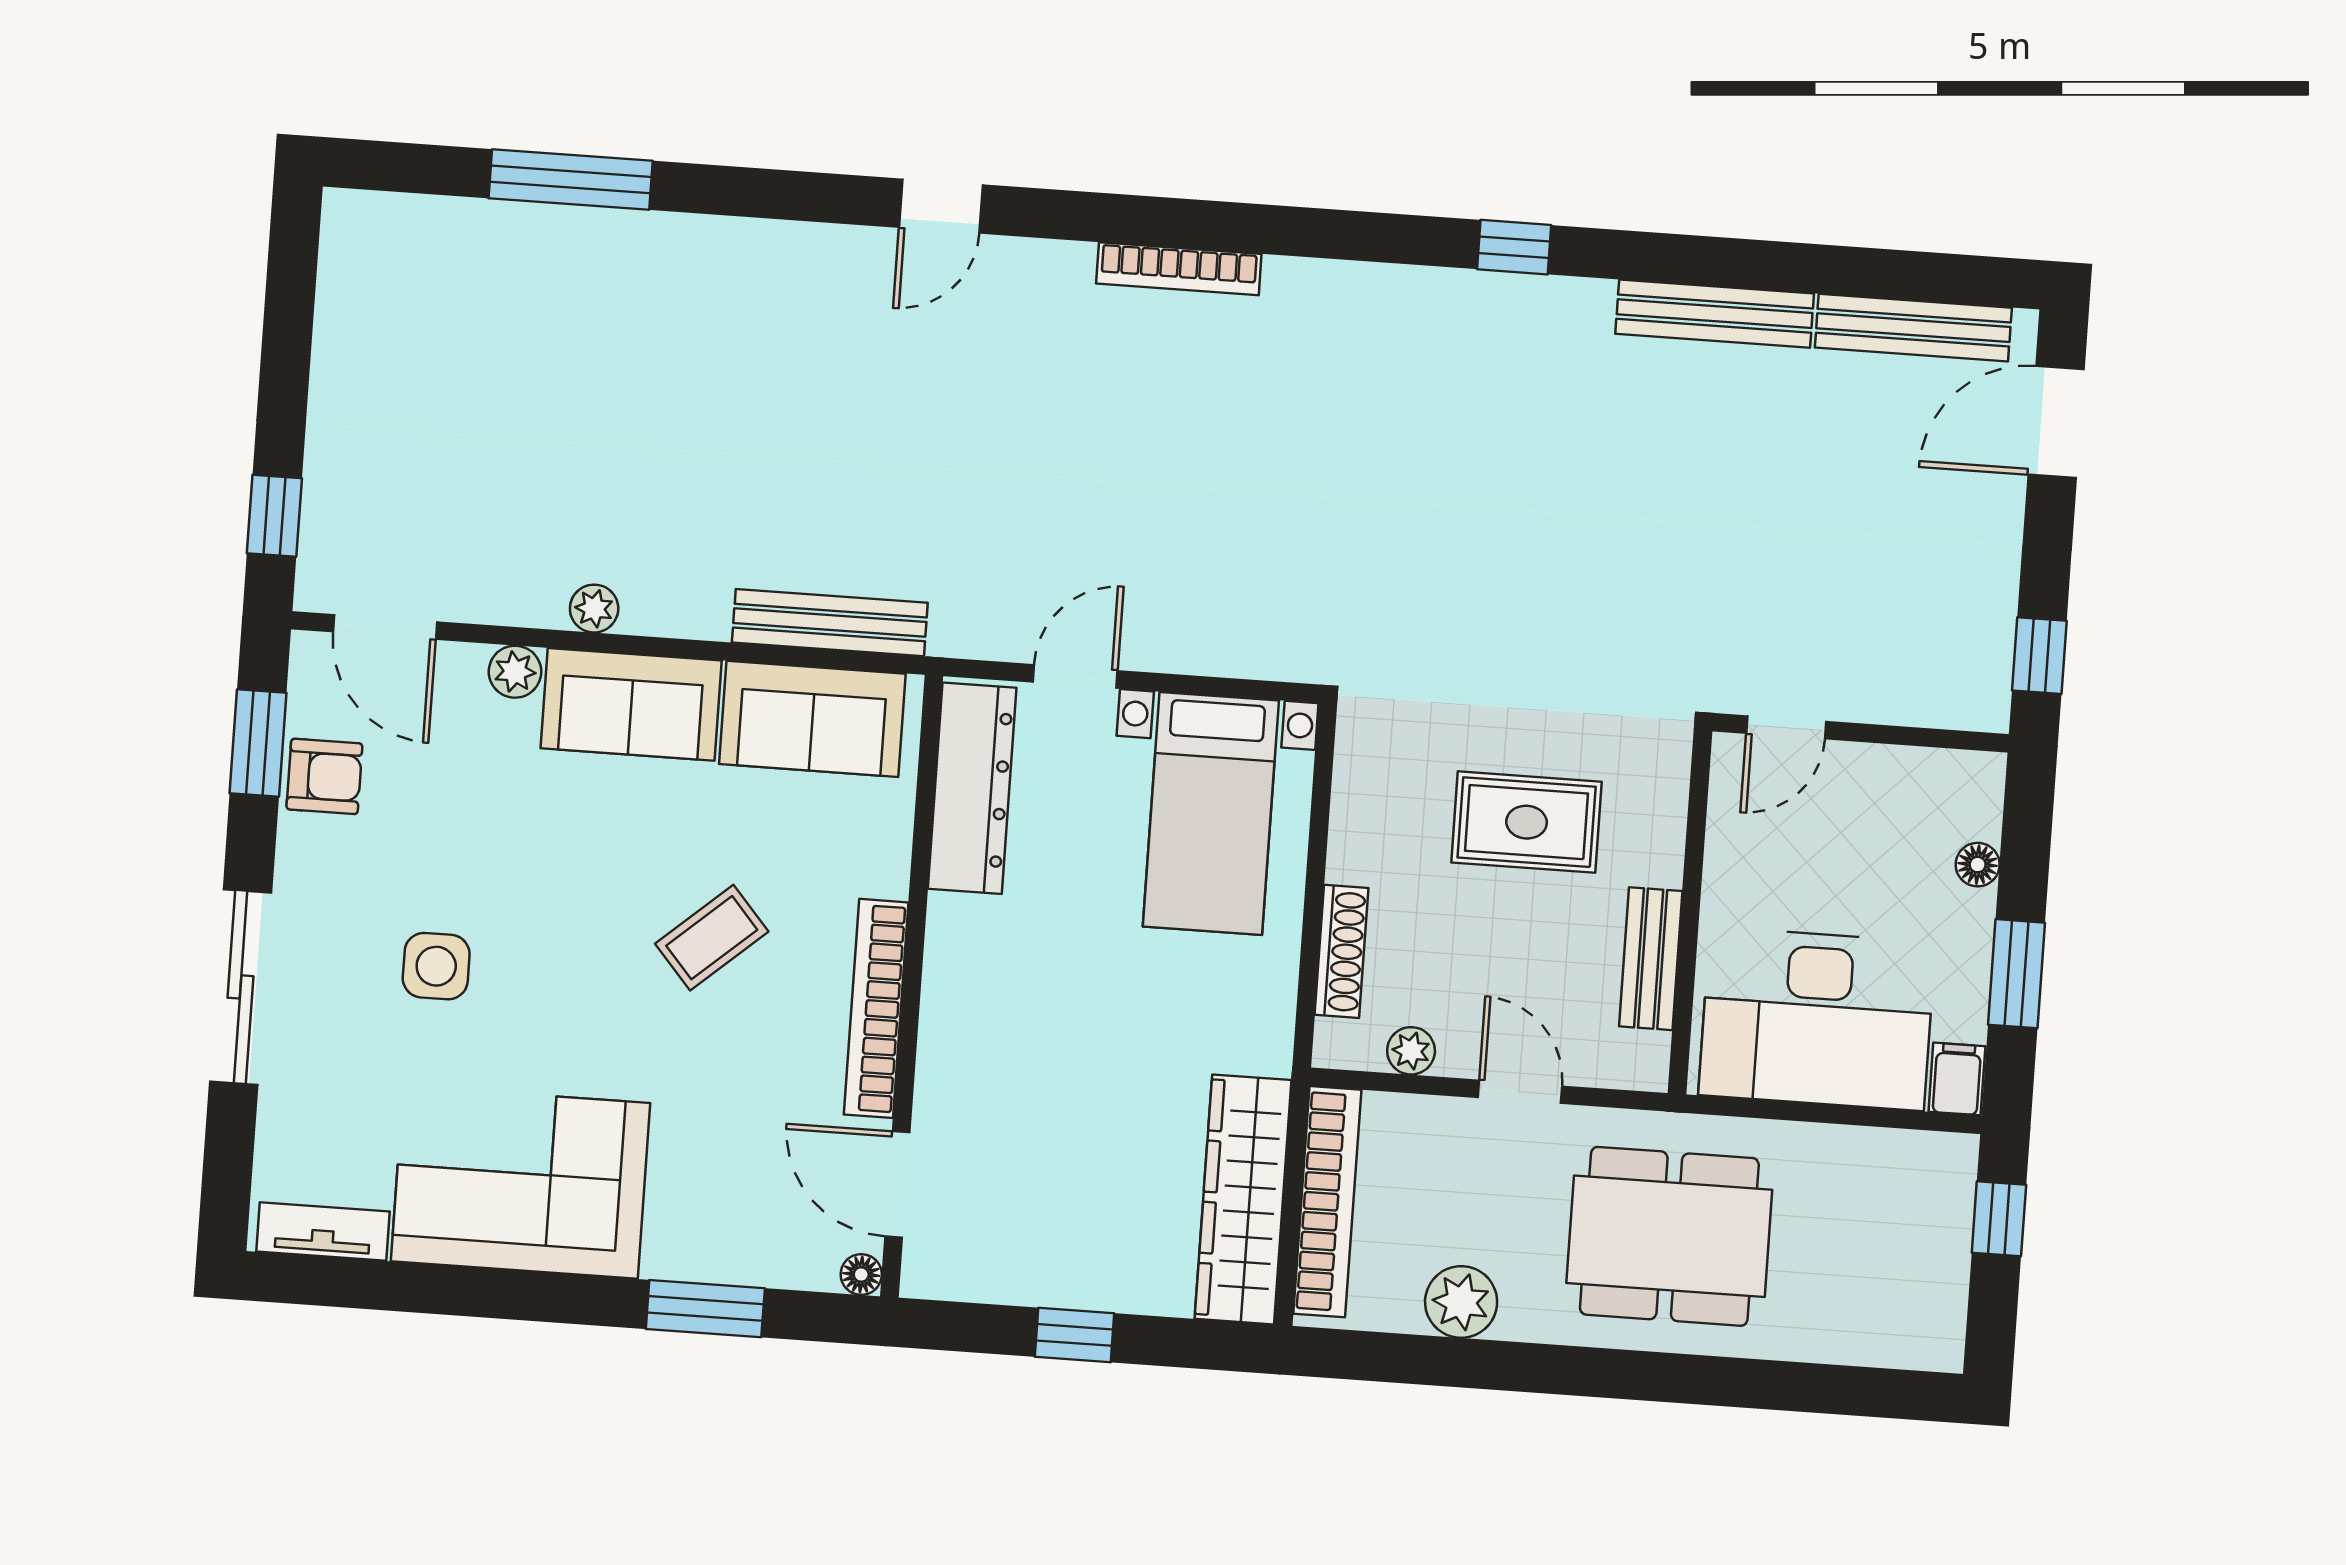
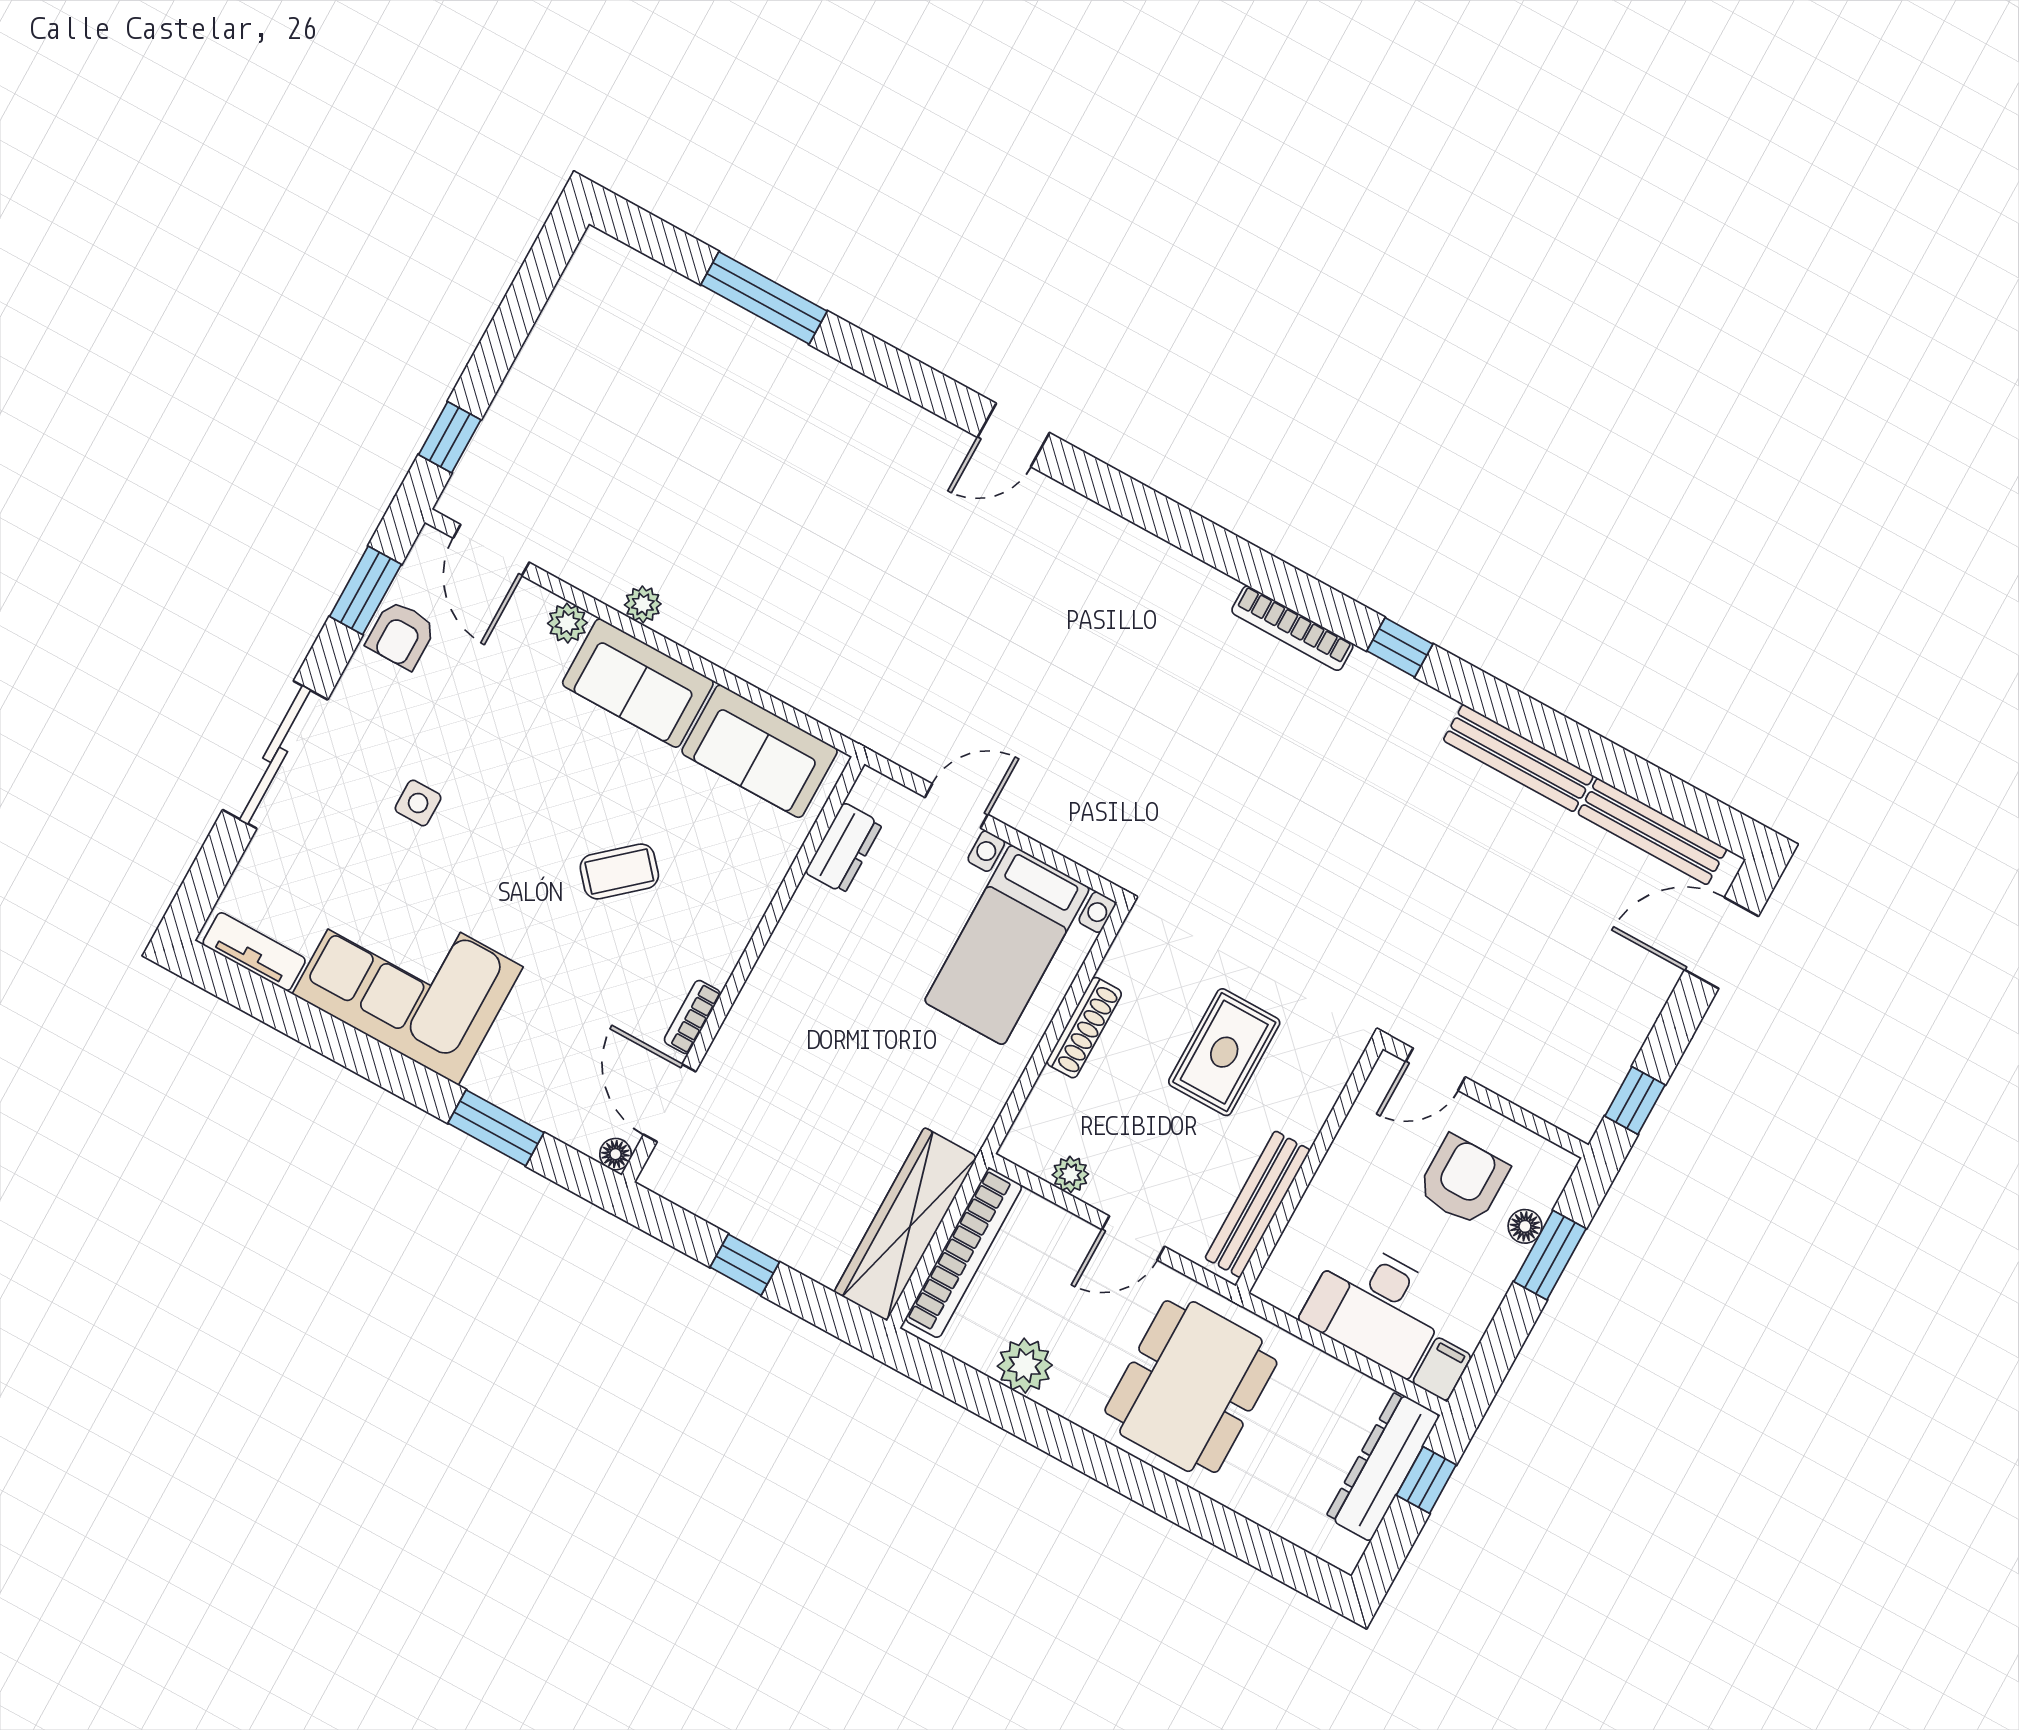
bookcase: (1179, 269) -> (1292, 628), moved
bench: (830, 623) -> (803, 690), removed
armchair: (324, 776) -> (401, 635), turned 90
dresser: (972, 788) -> (844, 848), width x0.51, depth x0.80
rug: (1527, 822) -> (1224, 1052), turned 90
armchair: (1879, 844) -> (1463, 1180), added
shoe rack: (1341, 951) -> (1084, 1028), moved
bench: (1651, 959) -> (1258, 1204), width x1.36
side table: (436, 966) -> (418, 803), width x0.73, depth x0.73
window: (2017, 974) -> (1550, 1255), moved
bookcase: (876, 1008) -> (692, 1017), width x0.43, depth x0.76
desk: (1817, 1019) -> (1377, 1307), width x0.73, depth x0.77
door: (1520, 1092) -> (1133, 1238), swing flipped
dresser: (1940, 1226) -> (1383, 1466), added
dining table: (1669, 1236) -> (1191, 1387), turned 90

